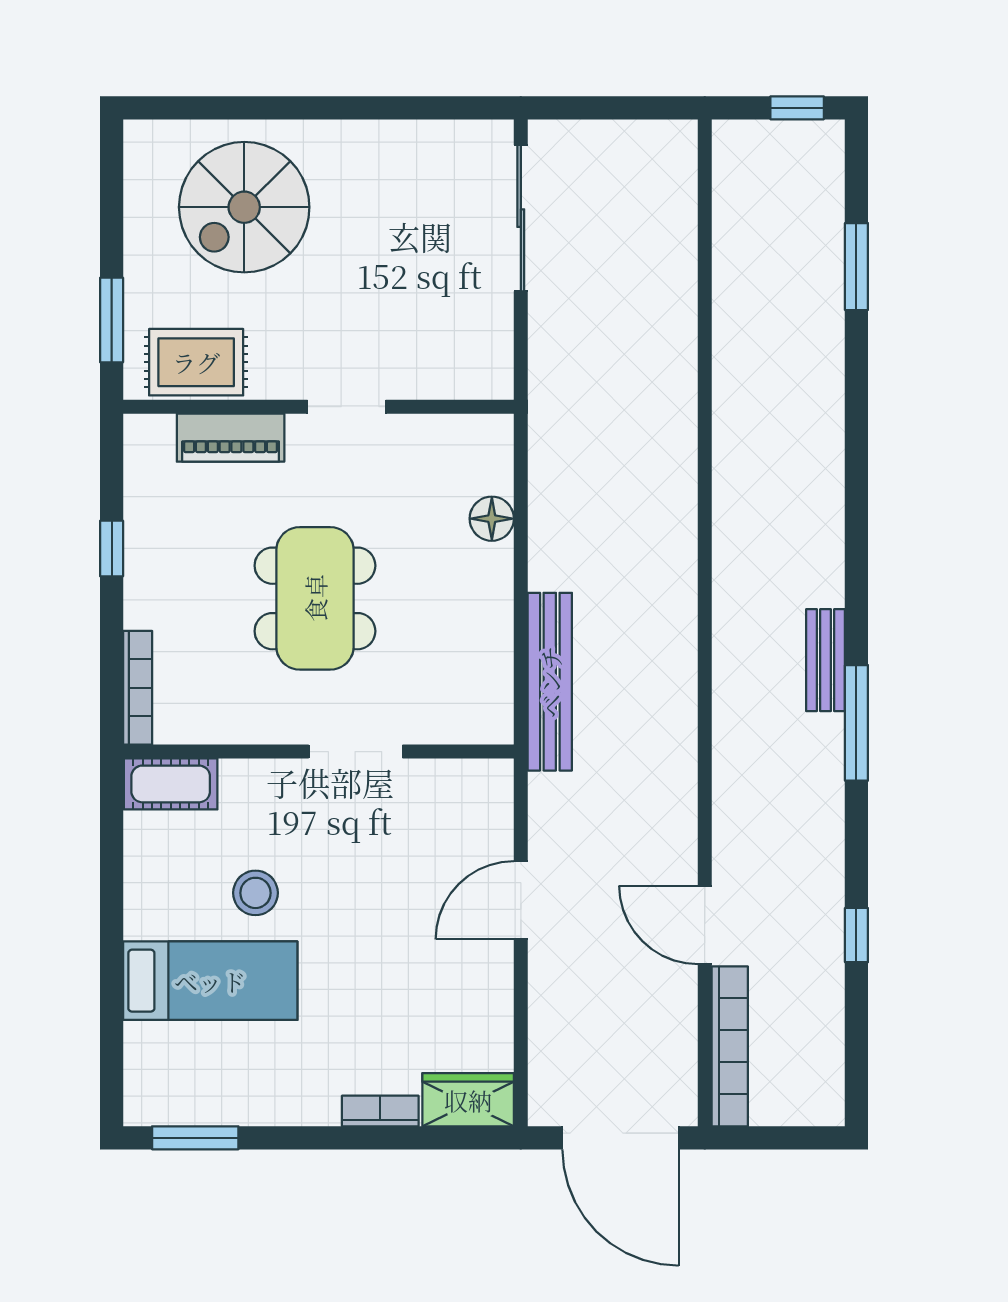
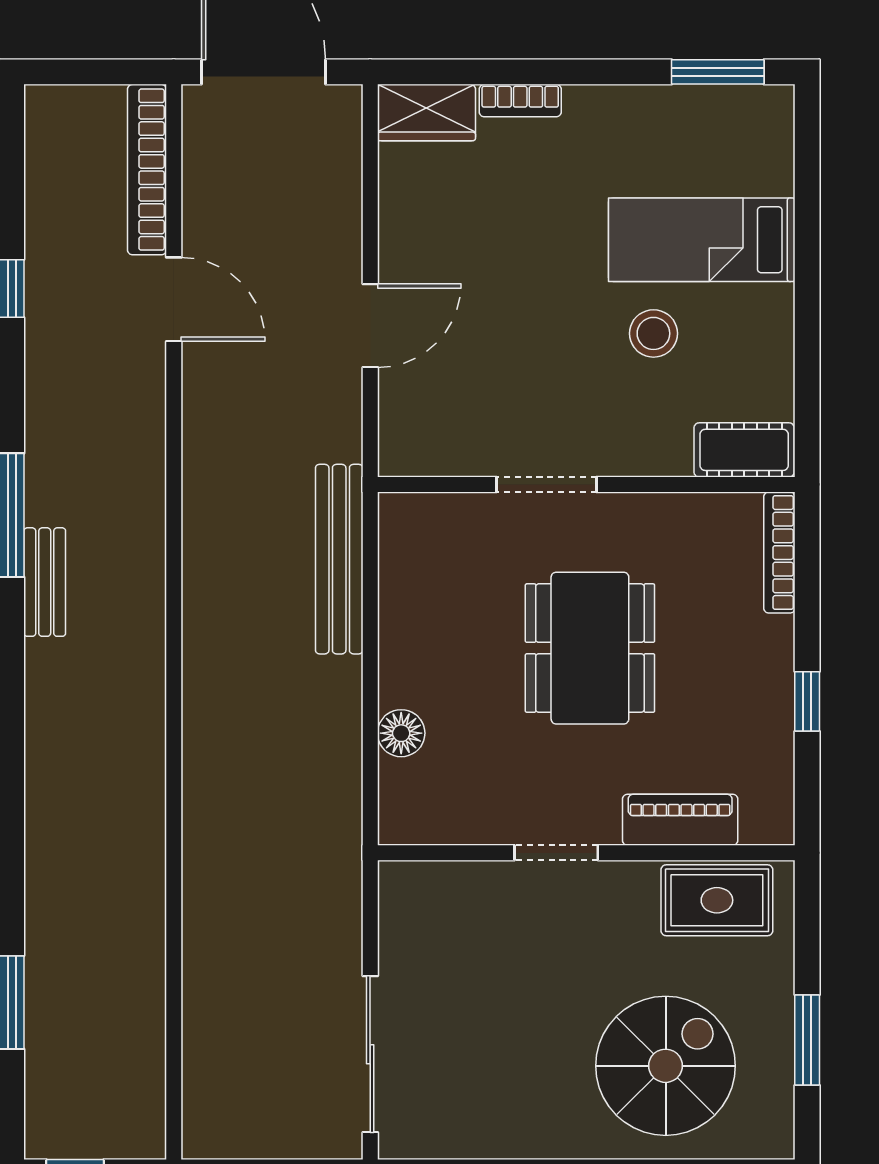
window: (112, 320) -> (807, 1040), moved

